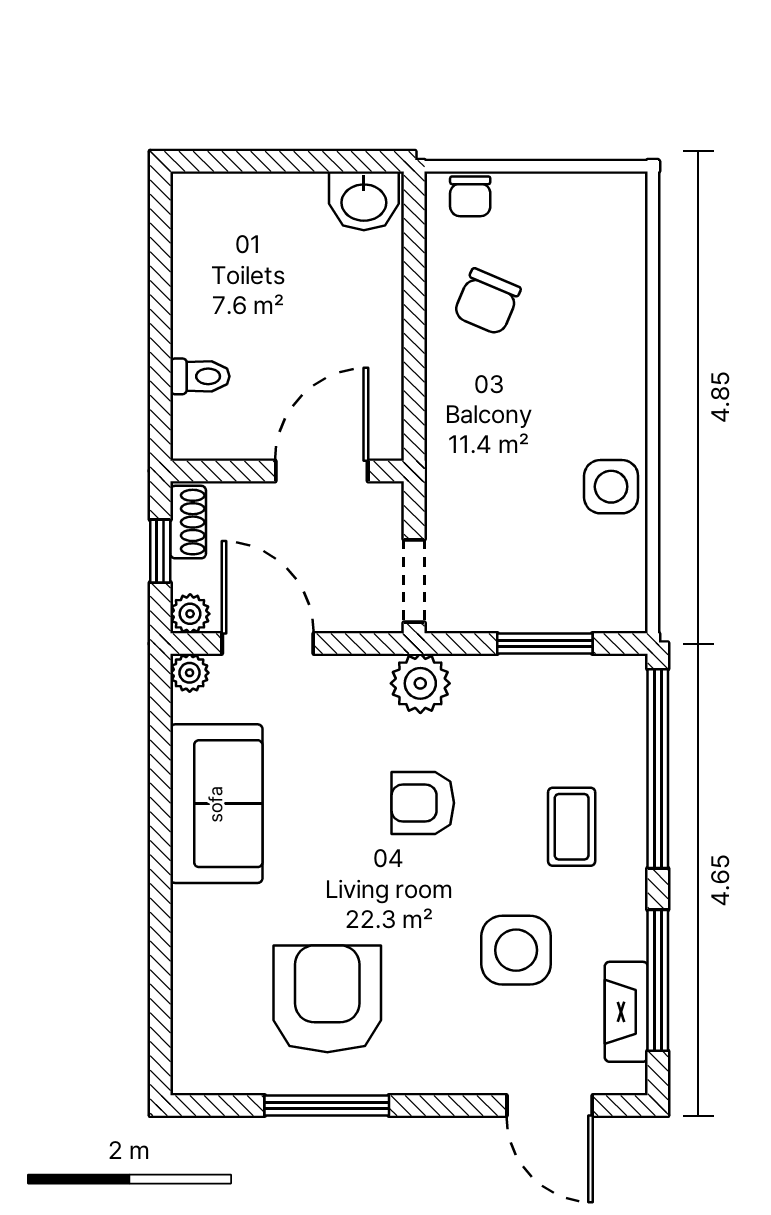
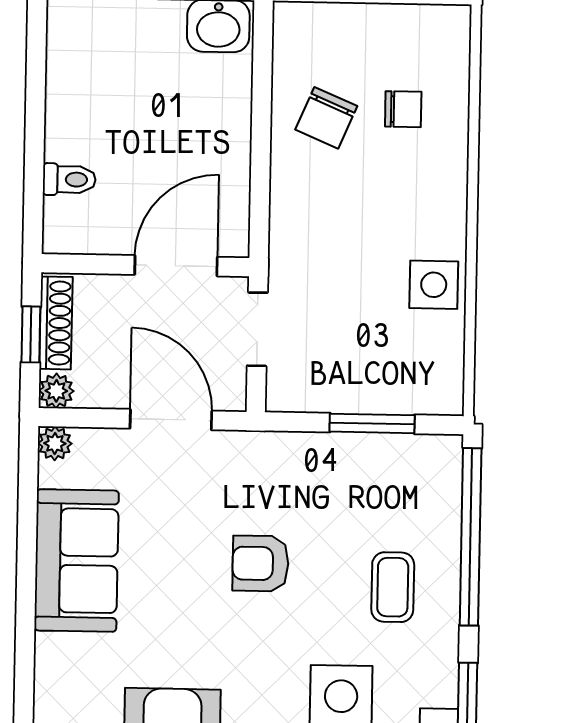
chair: (470, 196) -> (403, 109), moved, turned -90
shoe rack: (188, 522) -> (56, 323), width x1.43
doorway: (414, 581) -> (257, 329), moved
door: (268, 644) -> (171, 420), moved
plant: (420, 683) -> (260, 457), removed

